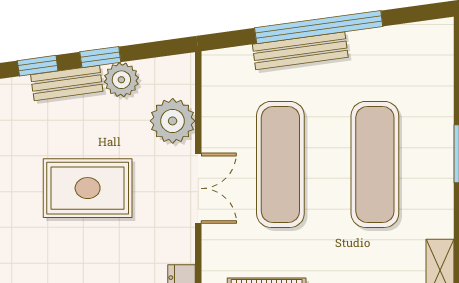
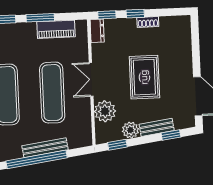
window: (100, 57) -> (117, 145), moved
rug: (88, 188) -> (144, 77), turned 90

